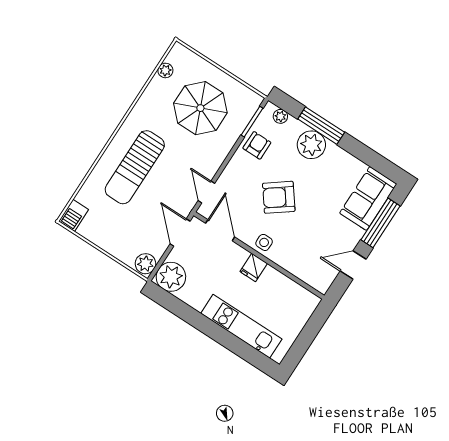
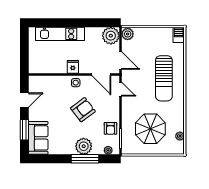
sun lounger: (135, 167) -> (164, 78), turned 180
window: (380, 223) -> (24, 130), width x0.69

